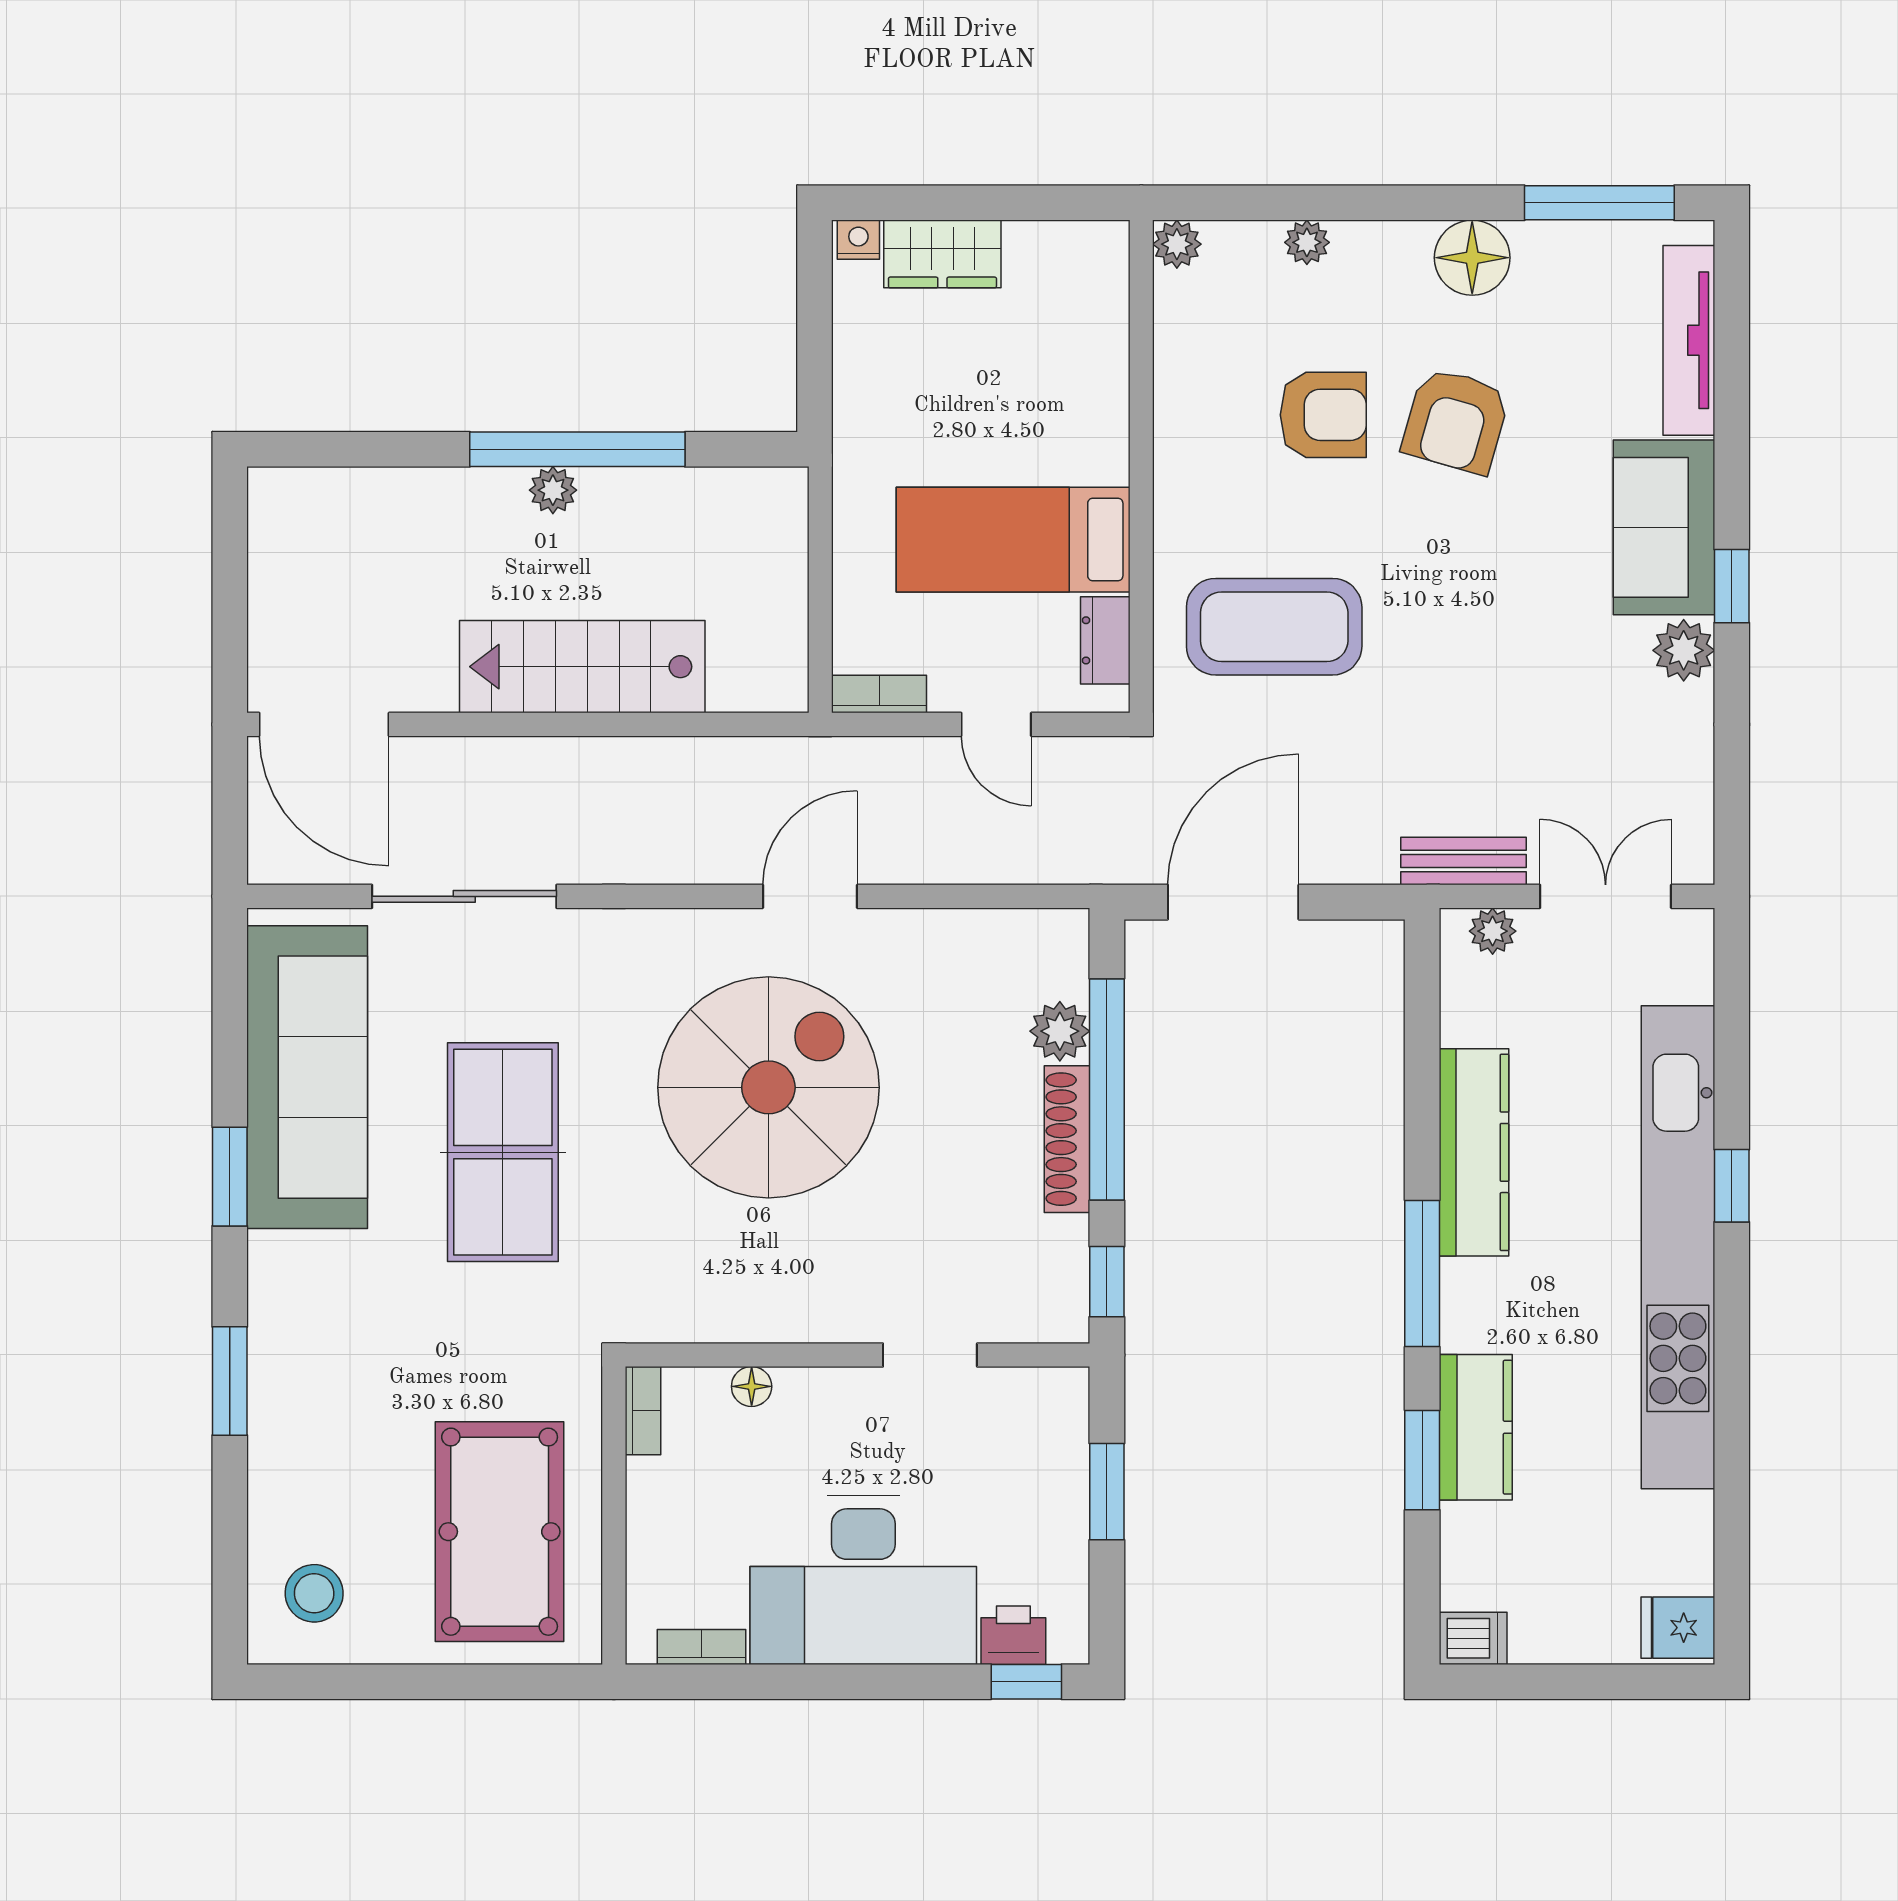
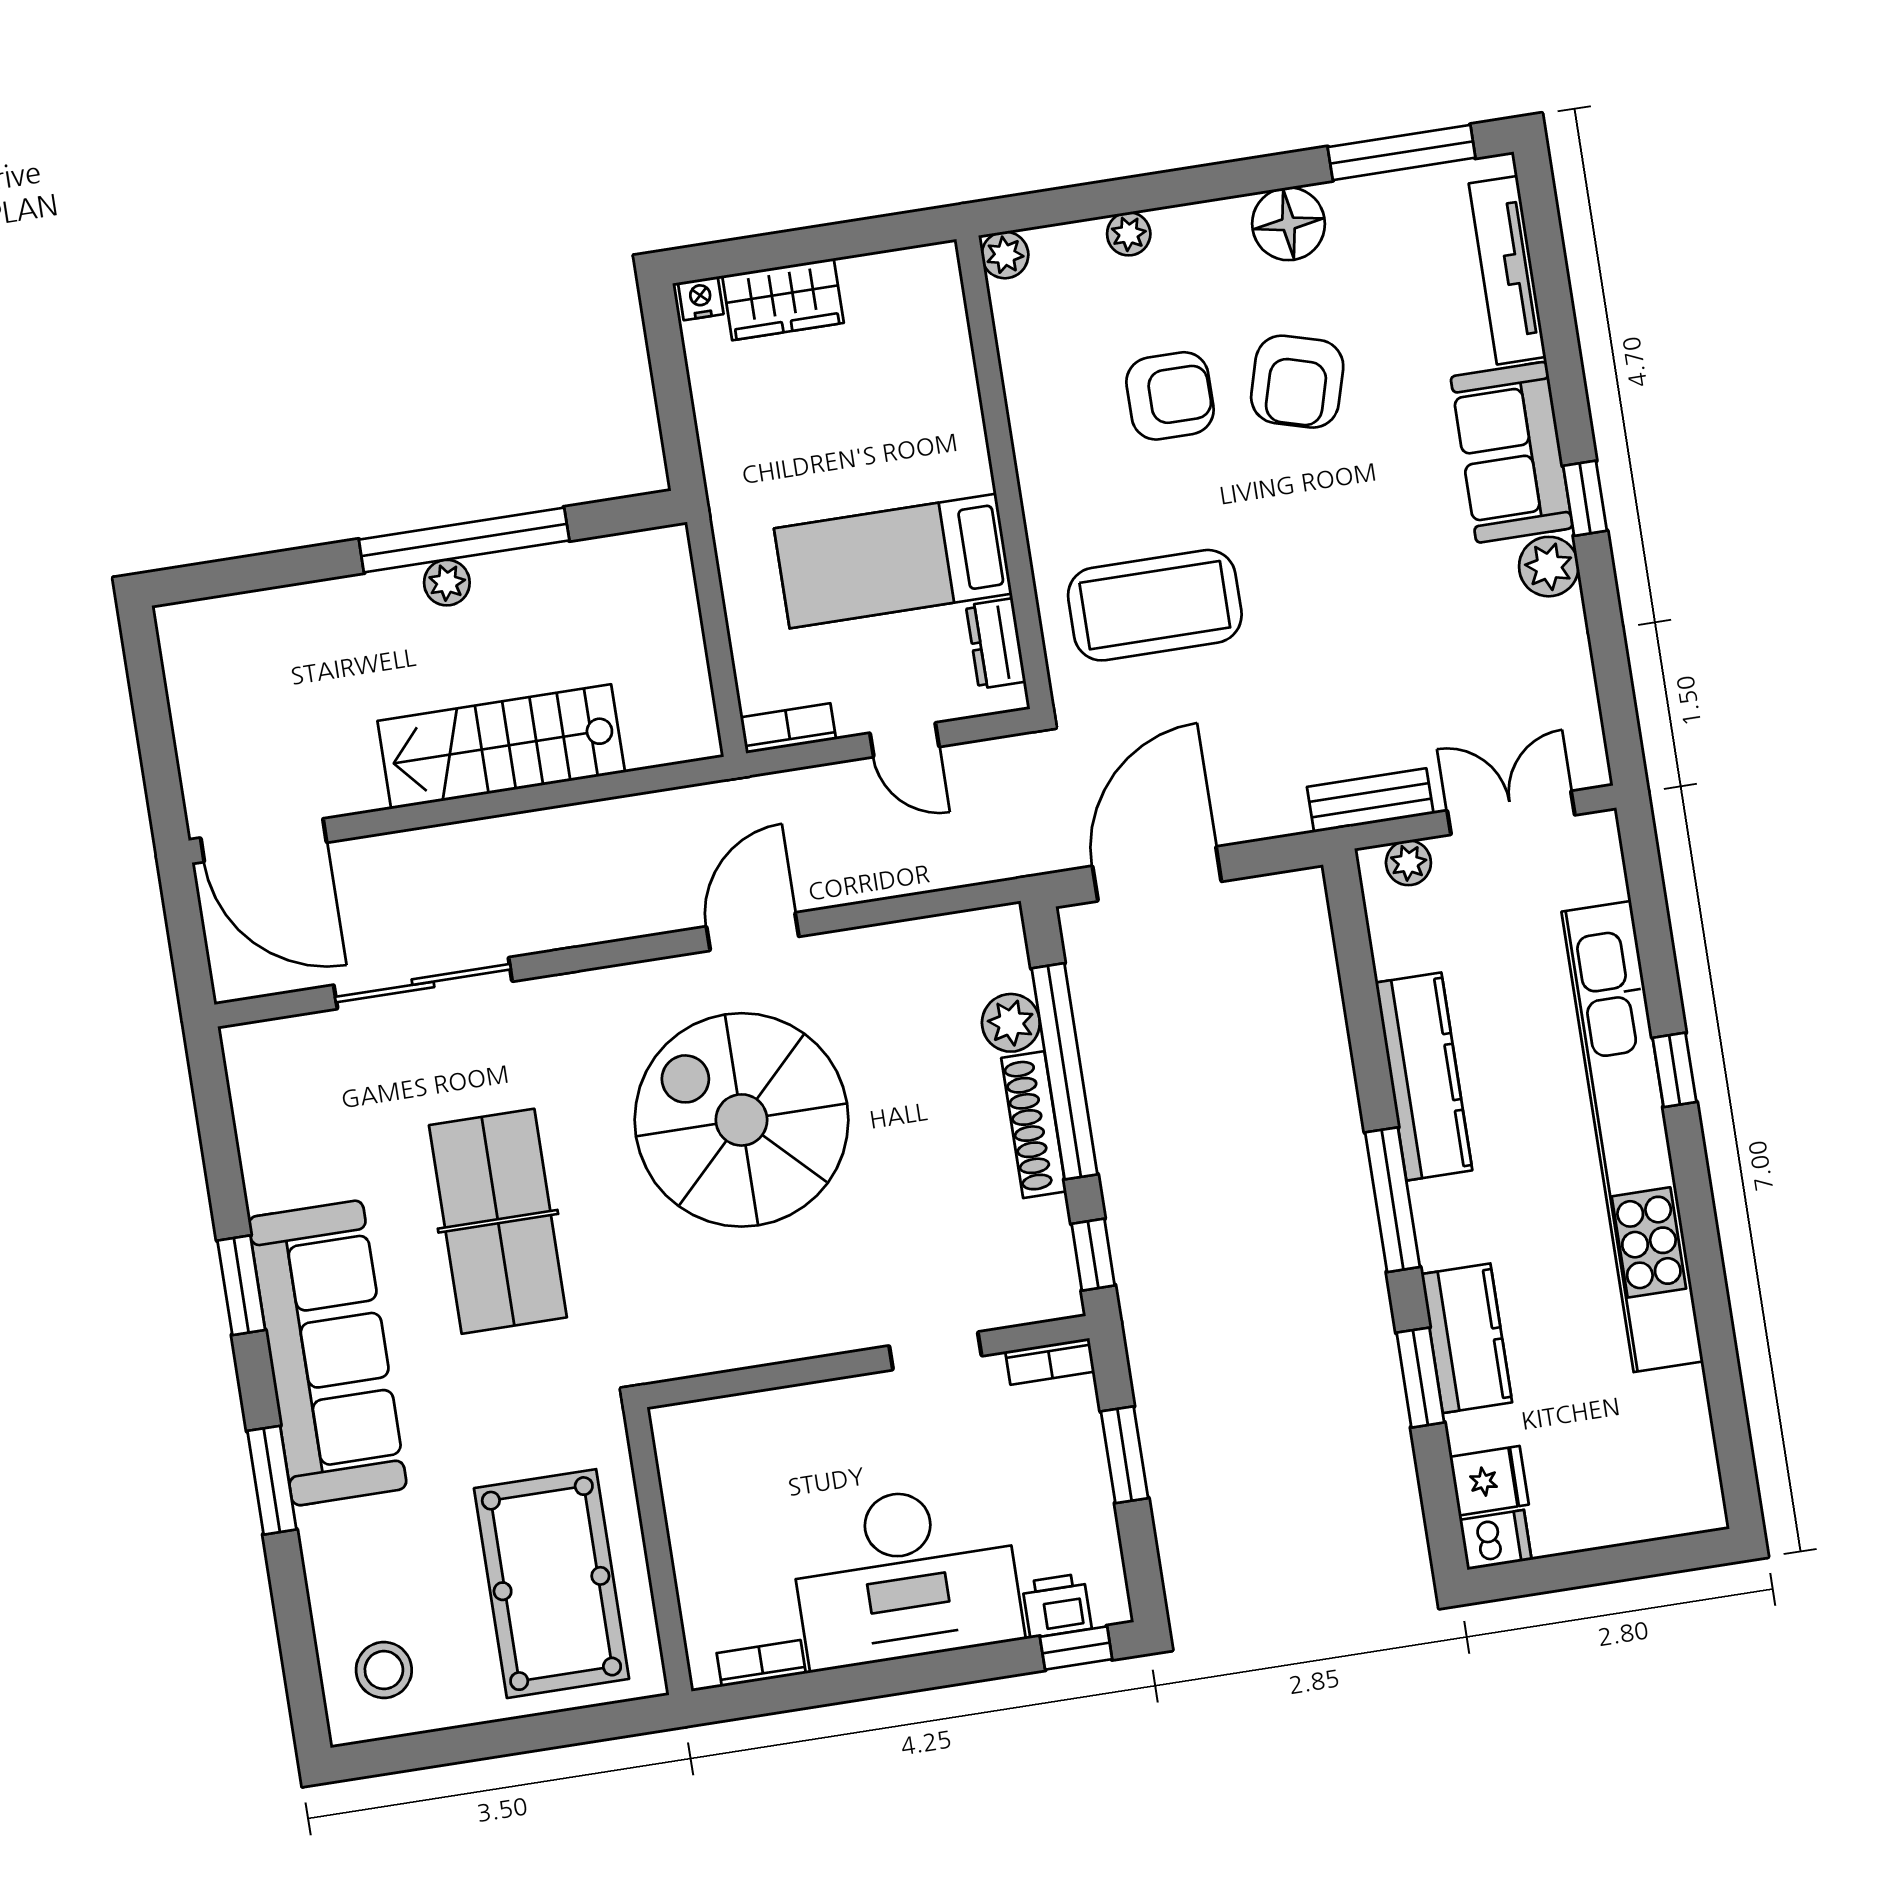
sofa: (307, 1077) -> (327, 1353), moved
spiral stairs: (768, 1087) -> (742, 1120), turned -90
floor lamp: (752, 1386) -> (770, 1408), removed
bookcase: (643, 1411) -> (1050, 1361), moved, turned 90
fridge: (1678, 1628) -> (1489, 1481), moved, turned 180

